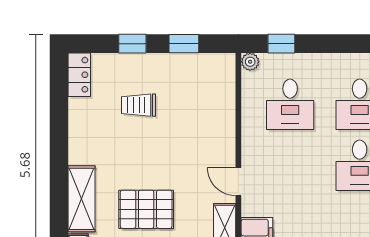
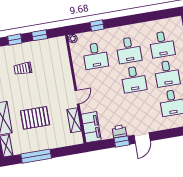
window: (281, 44) -> (97, 25), moved
door: (238, 182) -> (77, 97), swing flipped

